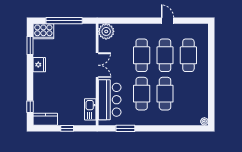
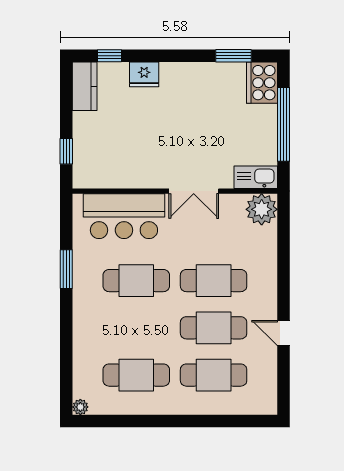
door: (168, 21) -> (283, 333), swing flipped
fridge: (39, 65) -> (144, 74), moved
cafe table: (165, 94) -> (136, 375), moved
kitchen sink: (90, 109) -> (256, 177), moved
window: (67, 128) -> (66, 151), moved
window: (125, 128) -> (66, 269), moved

